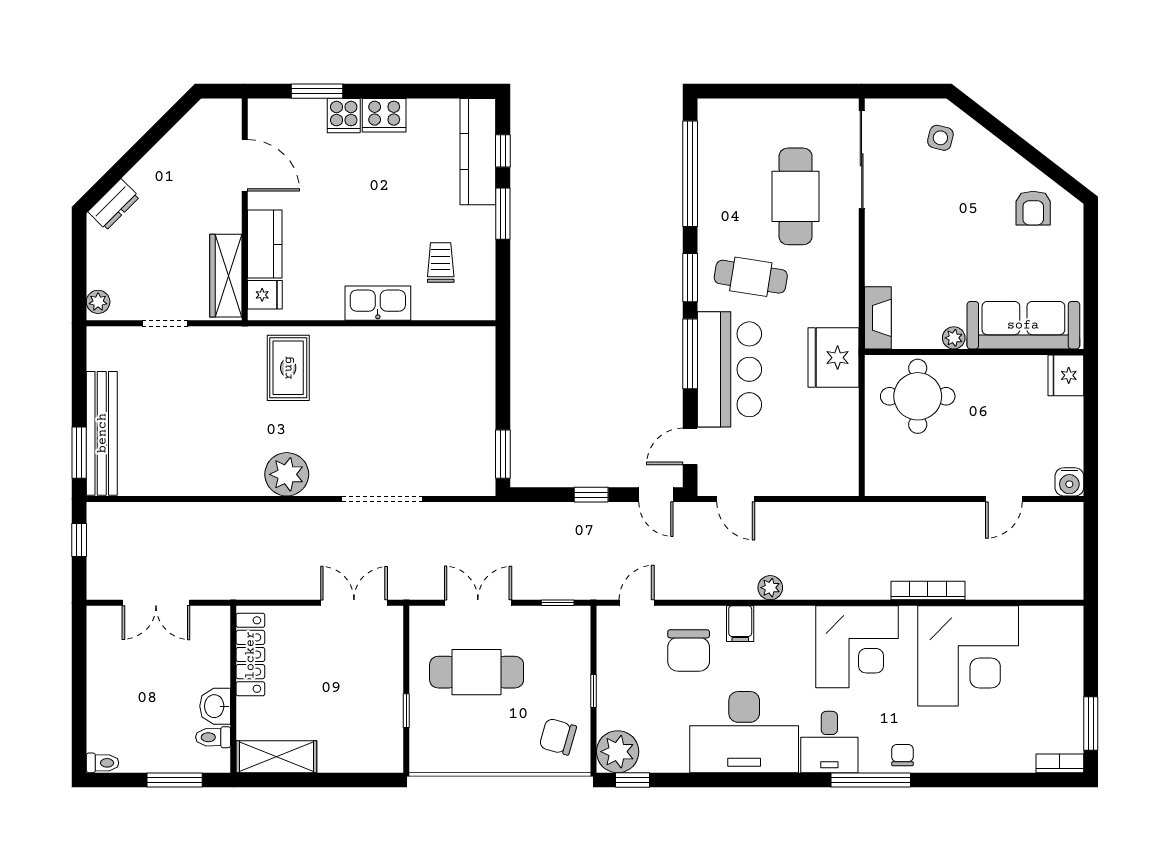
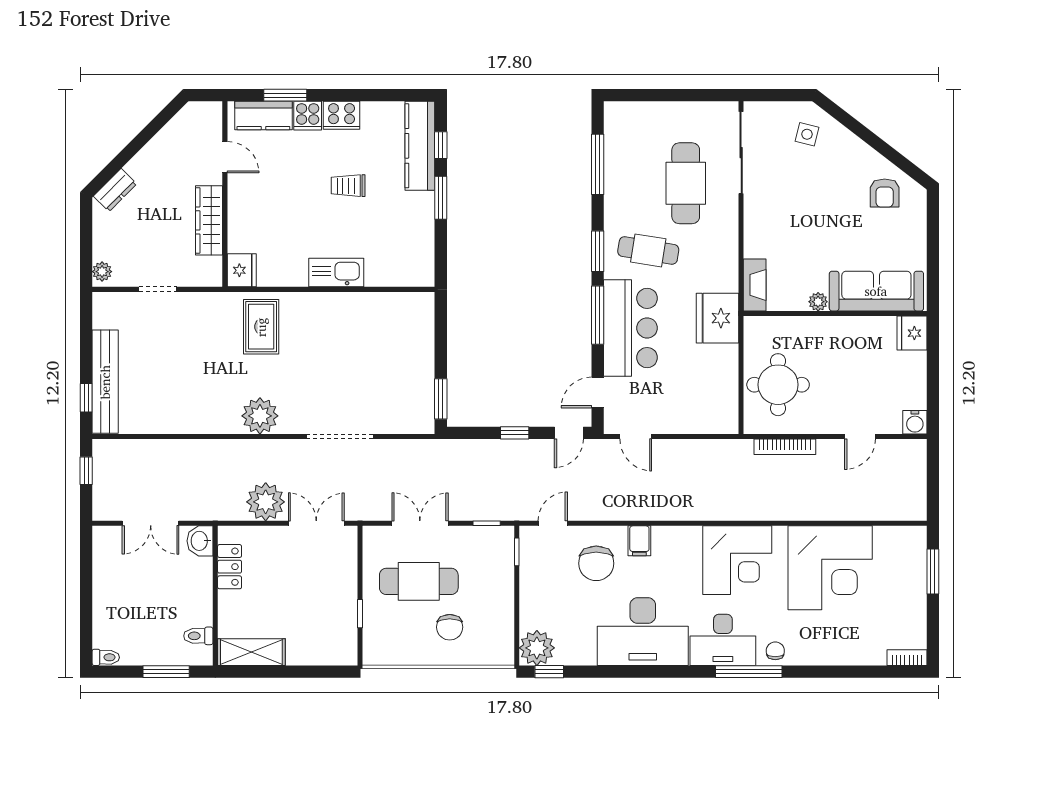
door: (245, 165) -> (225, 157), width x0.73
window: (690, 174) -> (598, 164), width x0.68
kitchen counter: (265, 244) -> (263, 116), moved, turned 90
trolley: (441, 262) -> (348, 186), moved, turned -90
wardrobe: (226, 276) -> (209, 220), moved
fridge: (265, 295) -> (242, 270), width x1.38
round table: (918, 396) -> (778, 385), moved
window: (79, 453) -> (86, 398), width x0.67
door: (656, 495) -> (569, 433), hinge flipped
plant: (770, 588) -> (266, 502), moved, width x1.87, depth x1.87
bookcase: (928, 590) -> (785, 447), moved, turned 180
locker: (250, 655) -> (230, 567), width x0.66
window: (594, 691) -> (517, 552), moved
washbasin: (215, 706) -> (200, 541), moved
window: (1091, 723) -> (933, 571), moved
chair: (558, 737) -> (450, 627), moved, turned -106
desk: (829, 742) -> (723, 640), width x1.37

